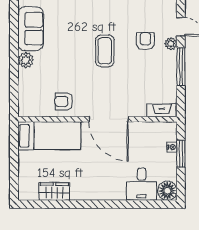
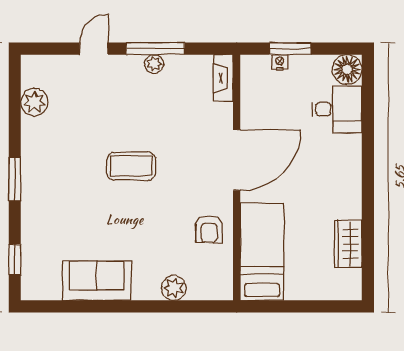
armchair: (145, 41) -> (116, 103), removed
plant: (171, 44) -> (154, 64), moved
plant: (26, 60) -> (174, 288), moved

